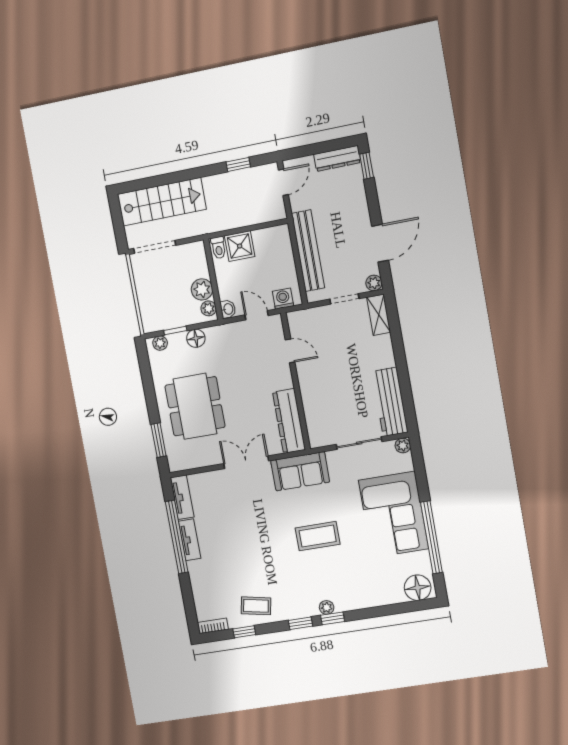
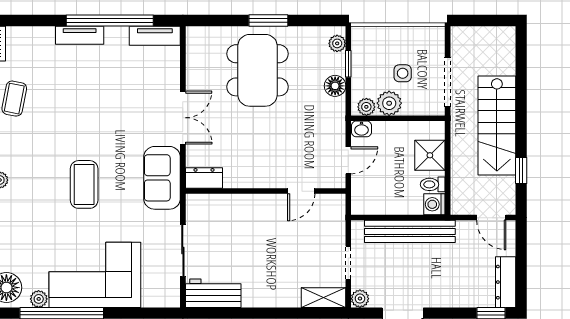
stairs: (162, 202) -> (497, 126), moved
doorway: (155, 247) -> (448, 82), moved
toilet: (219, 248) -> (433, 184), moved
side table: (175, 283) -> (403, 73), added
washing machine: (283, 299) -> (434, 204), moved, turned 180
workbench: (390, 402) -> (213, 293), width x0.73
dining table: (195, 406) -> (258, 70), turned 90
dresser: (289, 421) -> (204, 178), width x0.51, depth x0.80
window: (159, 440) -> (268, 21), moved
plant: (403, 446) -> (39, 299), moved
tv unit: (190, 540) -> (80, 35), moved

